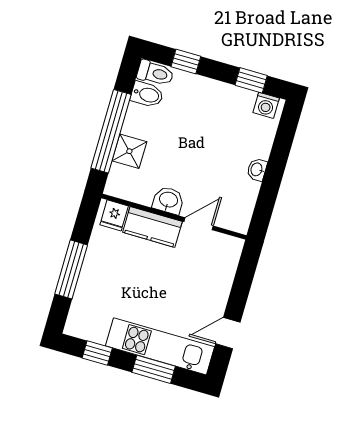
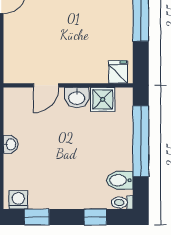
toilet: (155, 73) -> (122, 203), width x0.73, depth x0.72
shower: (129, 151) -> (103, 99), moved
kitchen counter: (152, 227) -> (84, 72), removed

